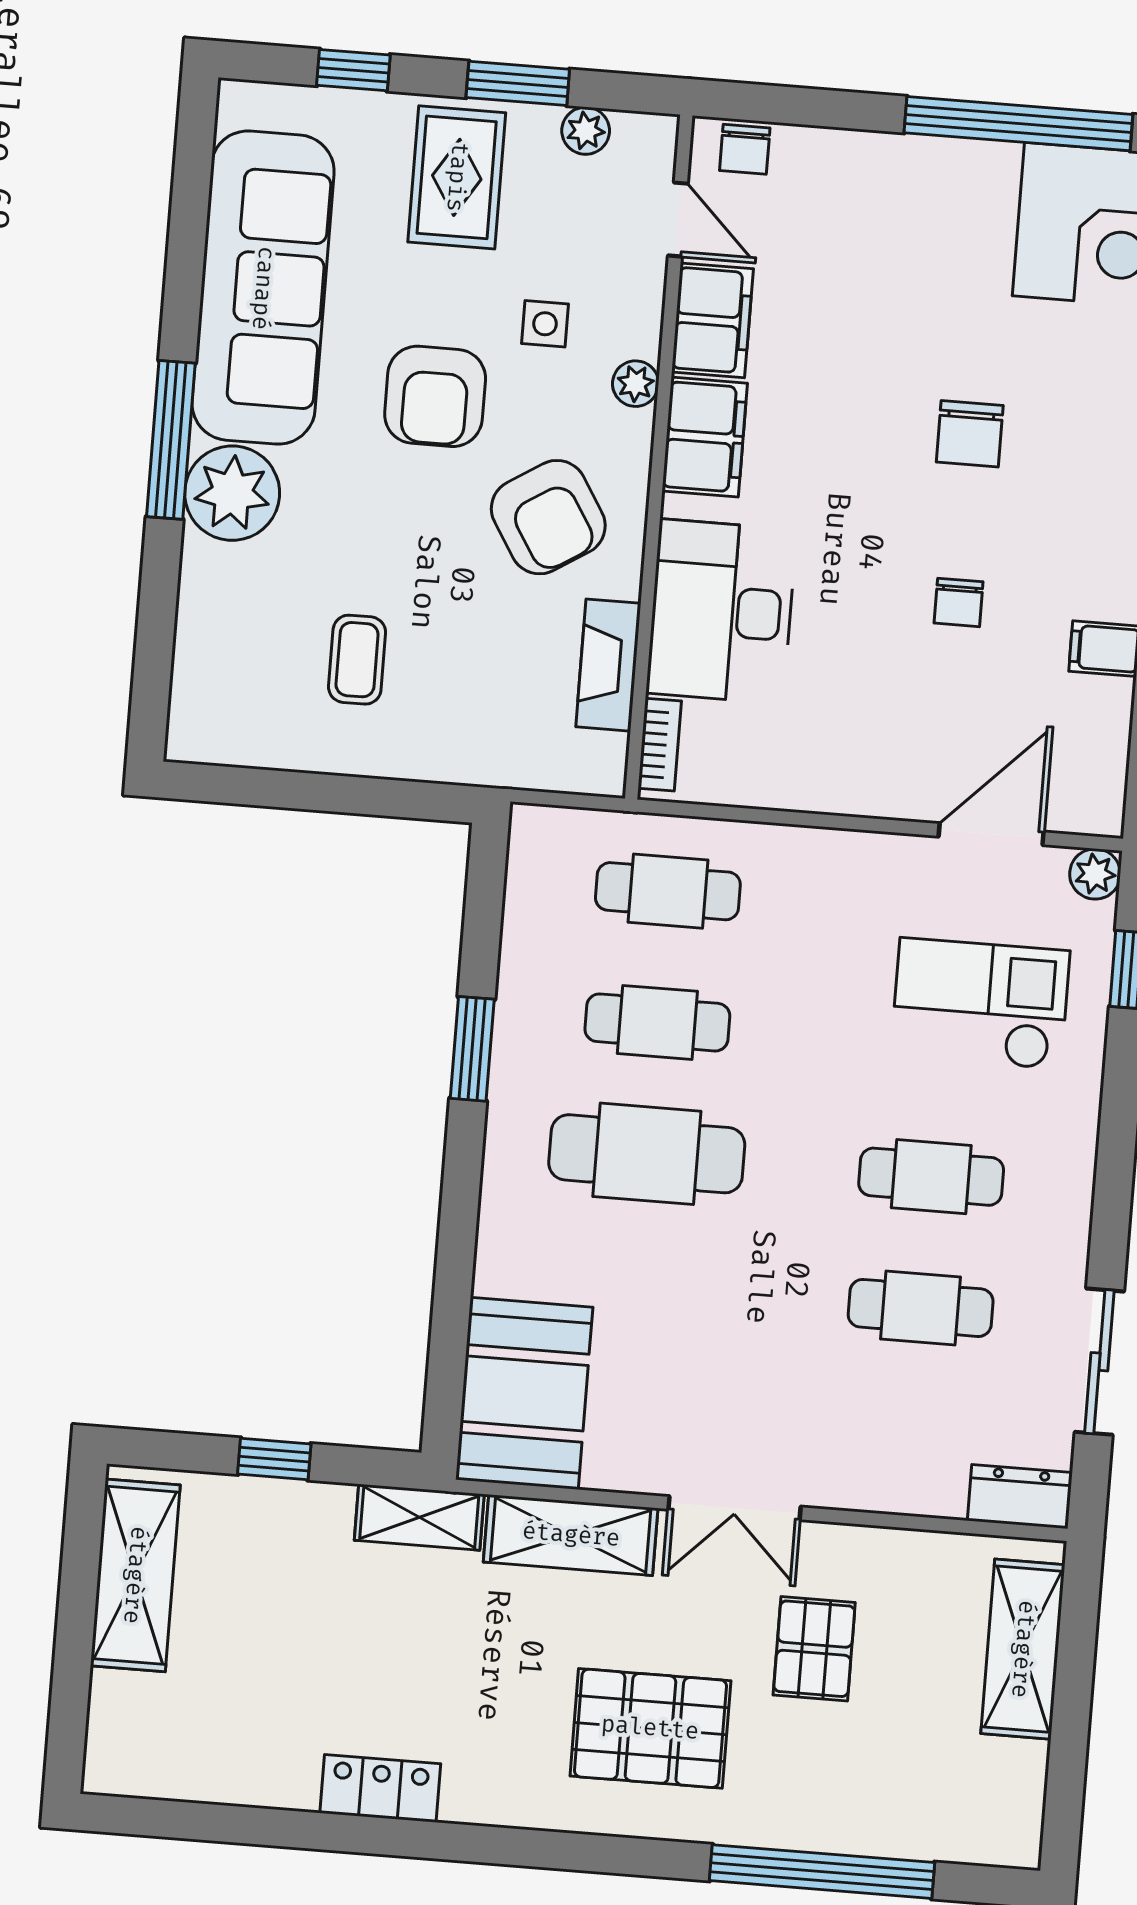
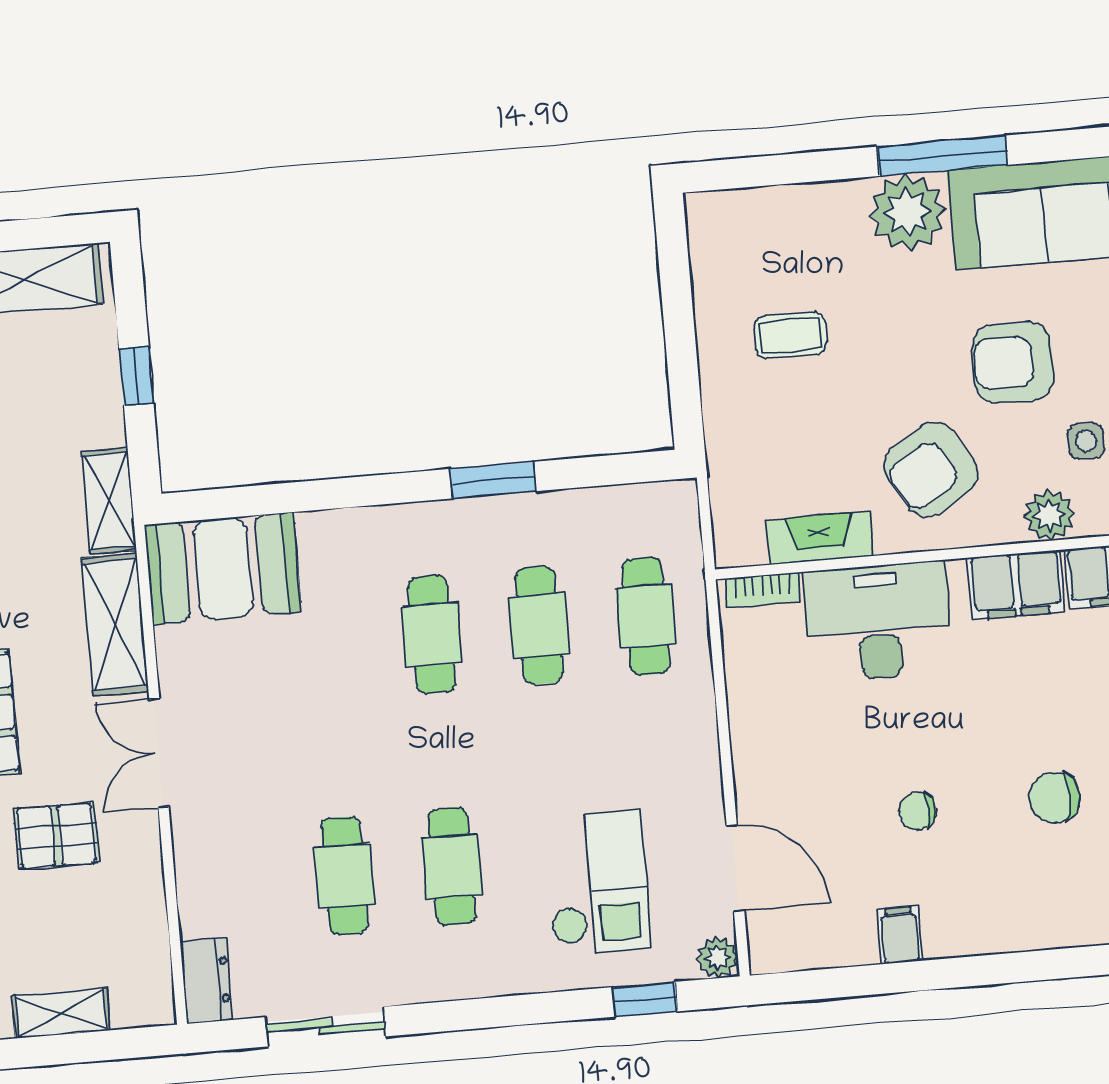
plant: (636, 384) -> (1049, 515), width x1.38, depth x1.38
cafe table: (647, 1154) -> (432, 635), width x0.73, depth x0.74
shelving: (1023, 1649) -> (61, 1013), width x0.67, depth x0.75

